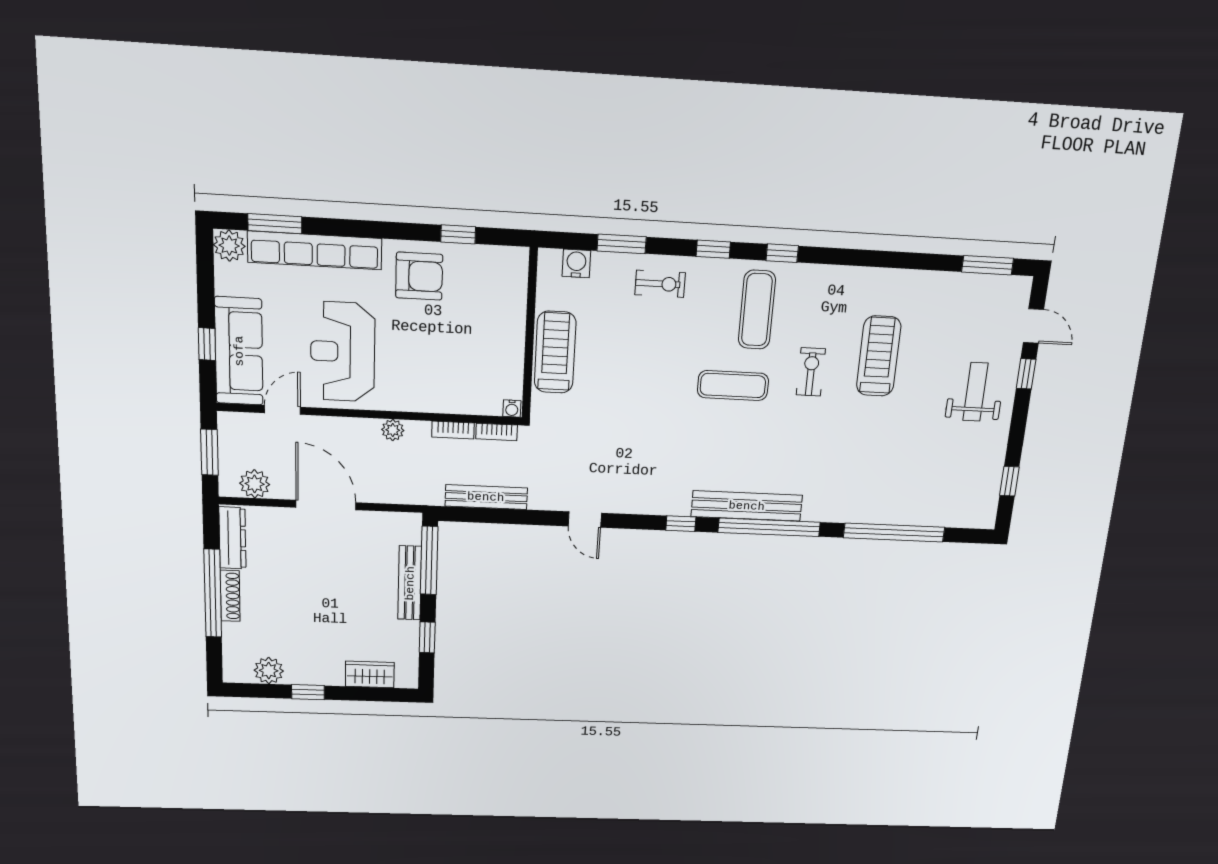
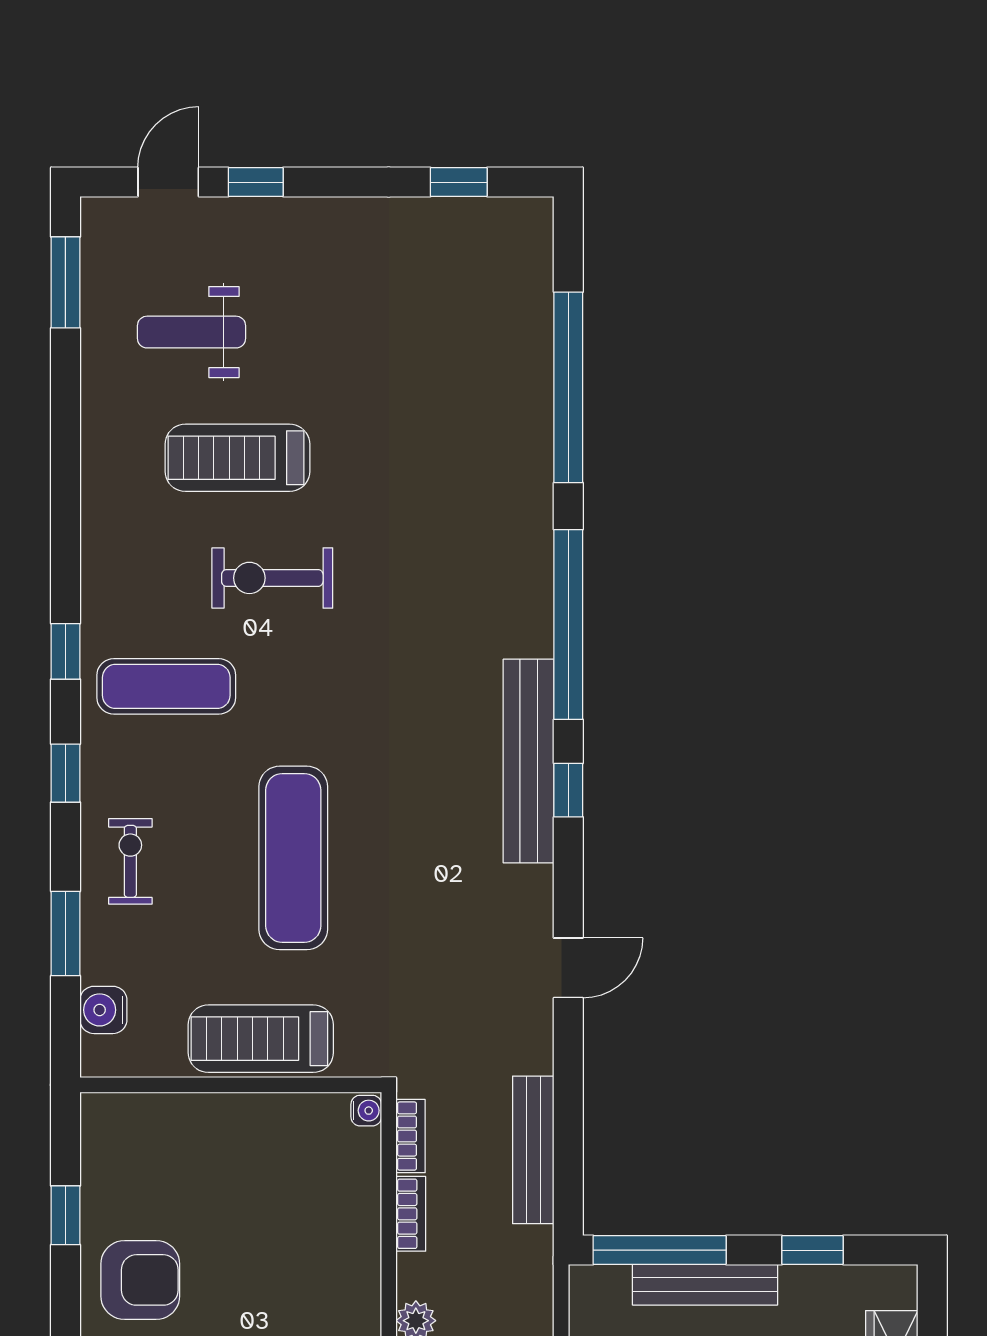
armchair: (419, 276) -> (140, 1280), turned 90
exercise bike: (811, 372) -> (272, 578), width x1.38, depth x1.39
exercise mat: (733, 385) -> (293, 858), moved, width x1.36, depth x1.45
weight bench: (975, 392) -> (191, 332), moved
bench: (747, 506) -> (529, 761), moved

